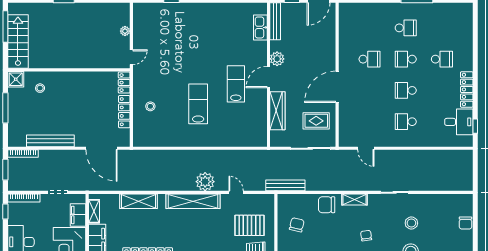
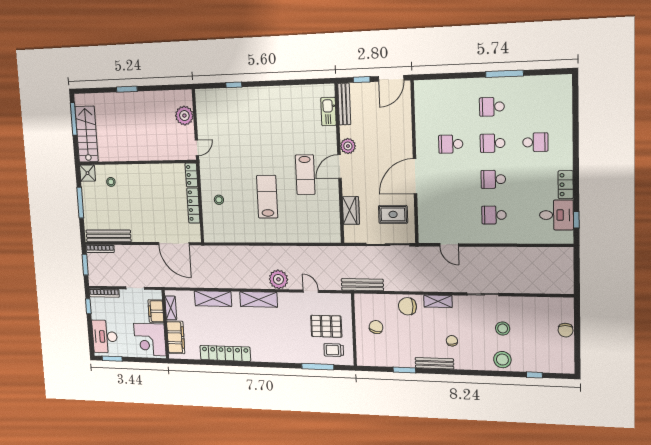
school desk: (406, 28) -> (492, 107), turned 180
plant: (125, 31) -> (184, 116), width x1.88, depth x1.88
school desk: (369, 59) -> (451, 144), turned 180
lab bench: (236, 84) -> (305, 175), turned 180
locker: (467, 89) -> (566, 185), width x0.66
wardrobe: (277, 111) -> (351, 211), width x0.67
bench: (50, 141) -> (108, 236), moved
shelving: (193, 201) -> (259, 299), width x0.68

